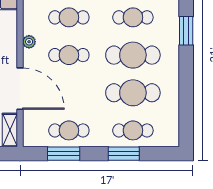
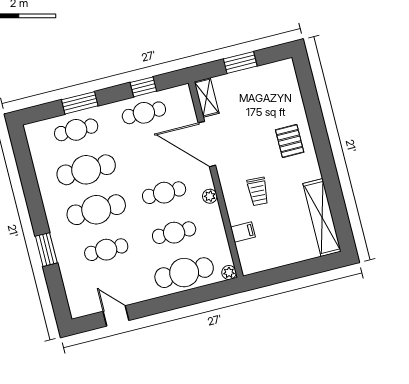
window: (64, 154) -> (143, 87), width x0.67

